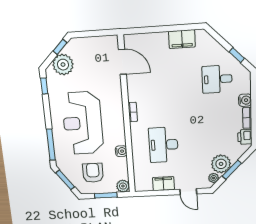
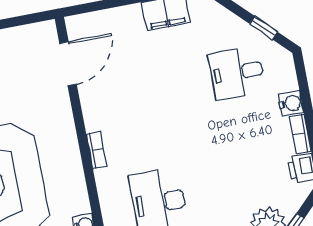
door: (122, 62) -> (68, 64), hinge flipped

